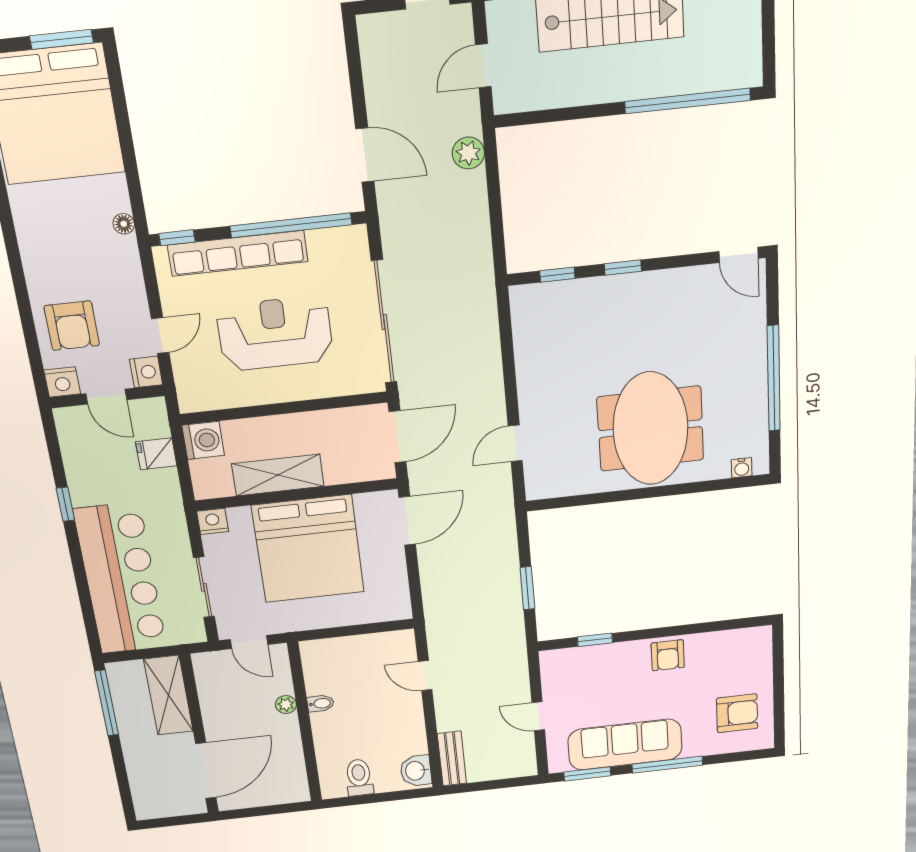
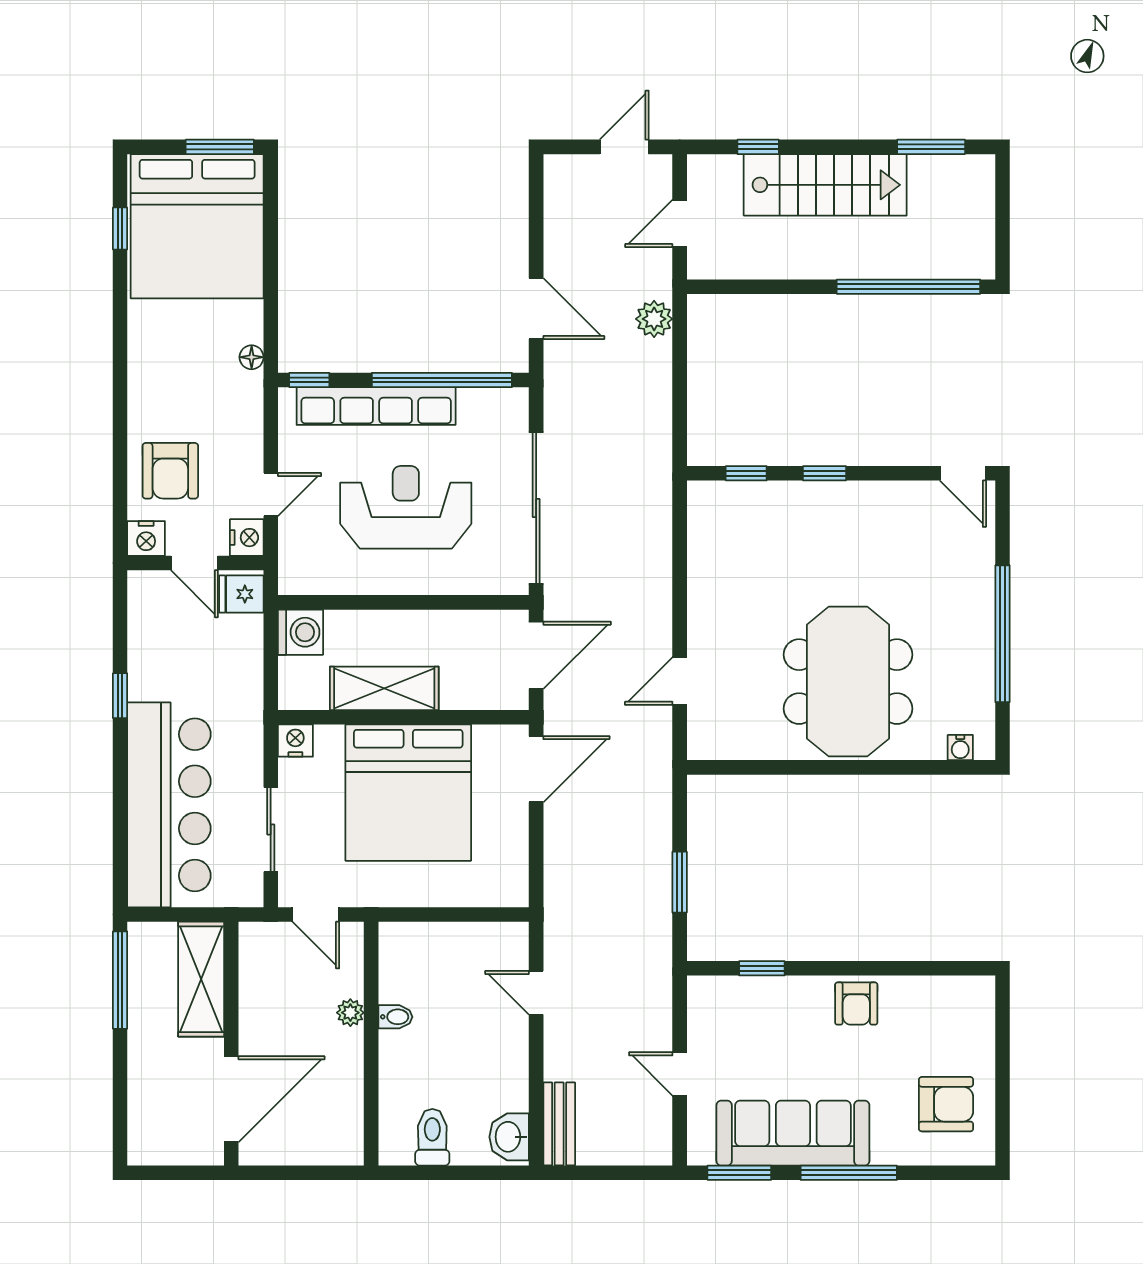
fridge: (156, 454) -> (241, 594), moved

